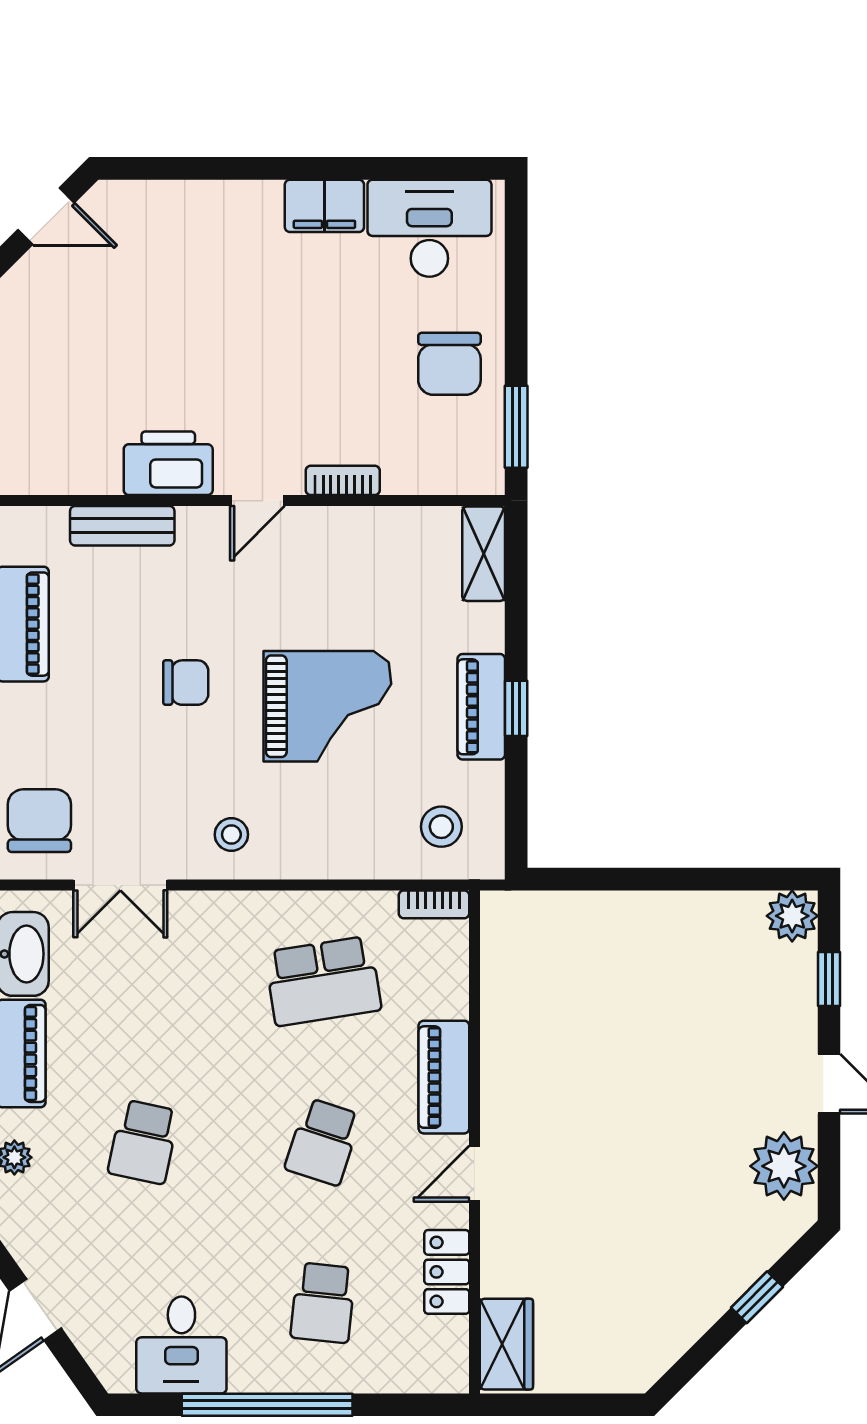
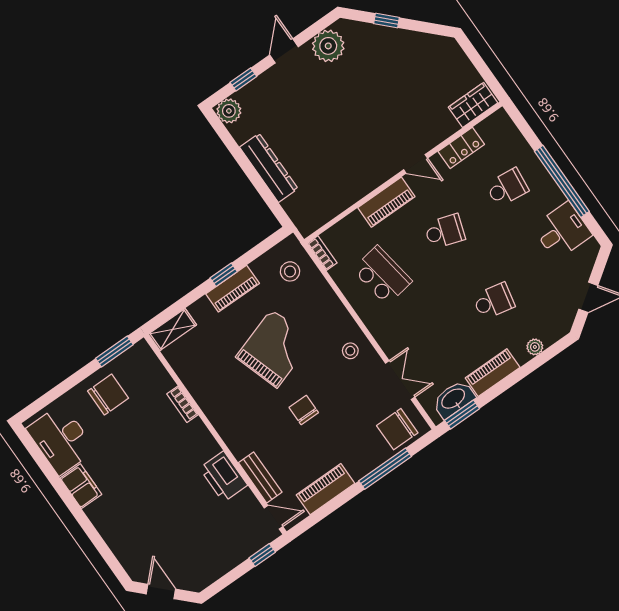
door: (257, 501) -> (274, 517), moved
grand piano: (327, 706) -> (274, 349), turned 72
dresser: (646, 916) -> (269, 168), added

